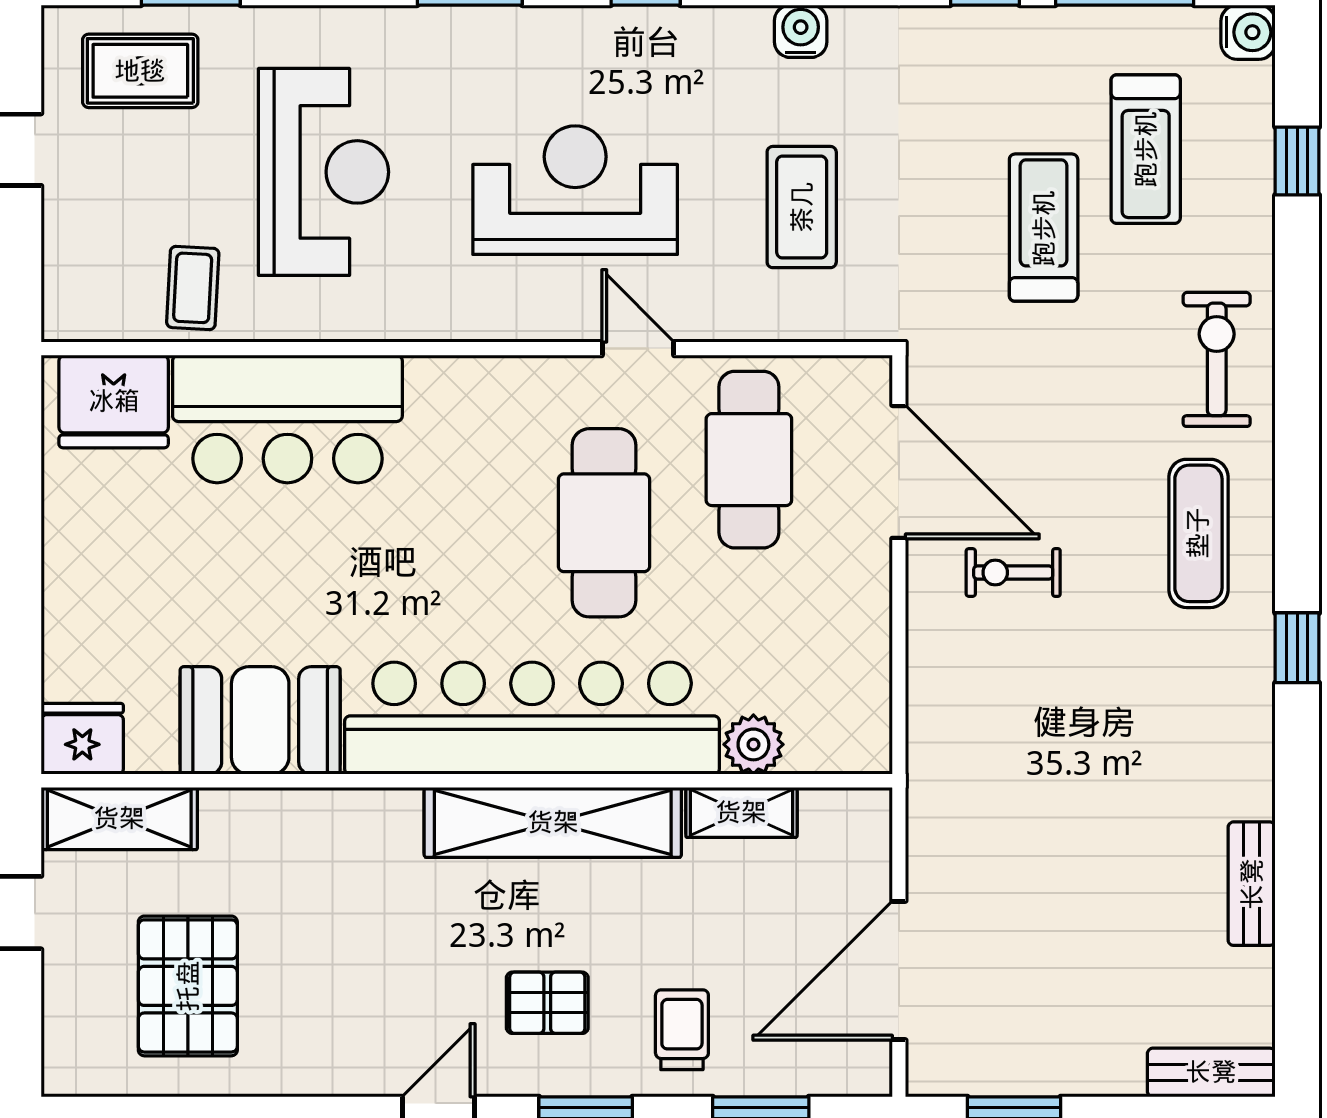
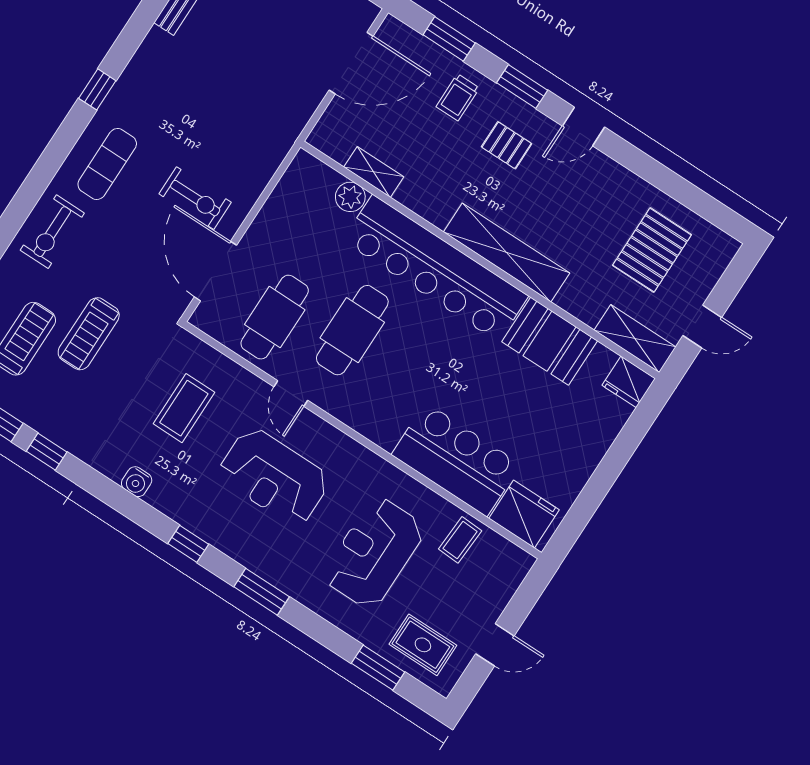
exercise bike: (1013, 572) -> (195, 198), width x1.38, depth x1.39
shelving: (553, 822) -> (507, 253), moved

